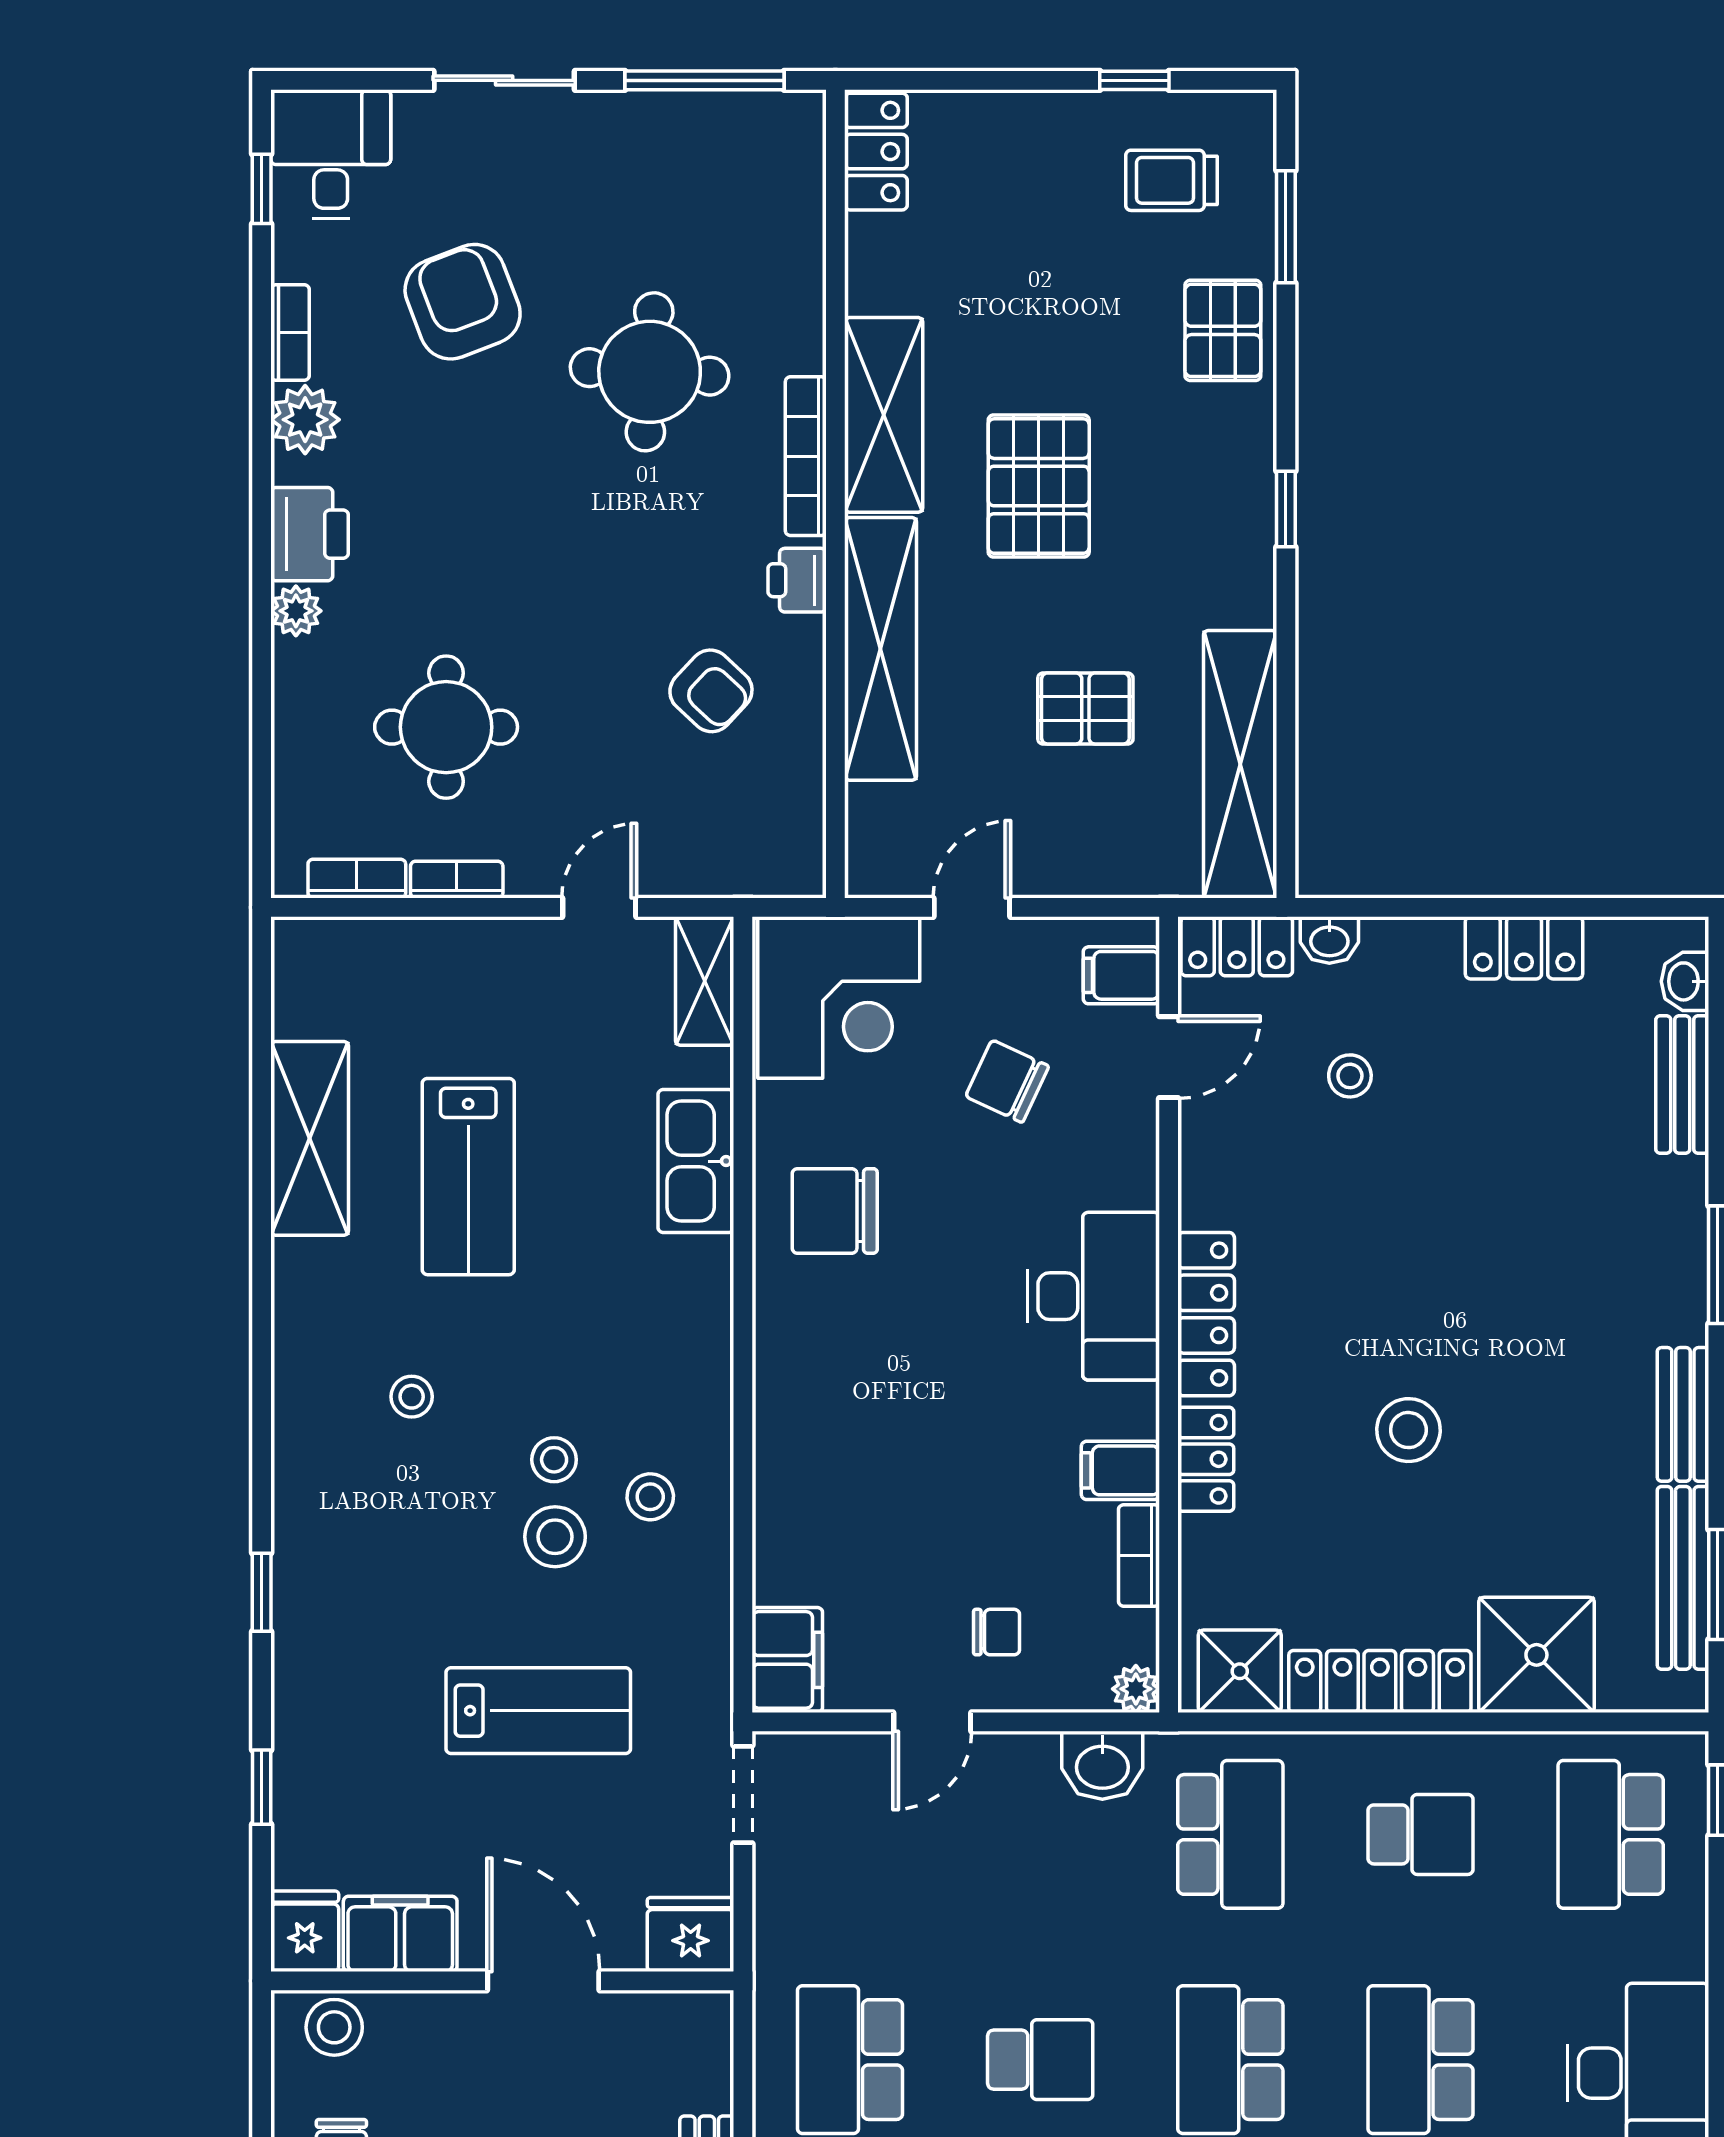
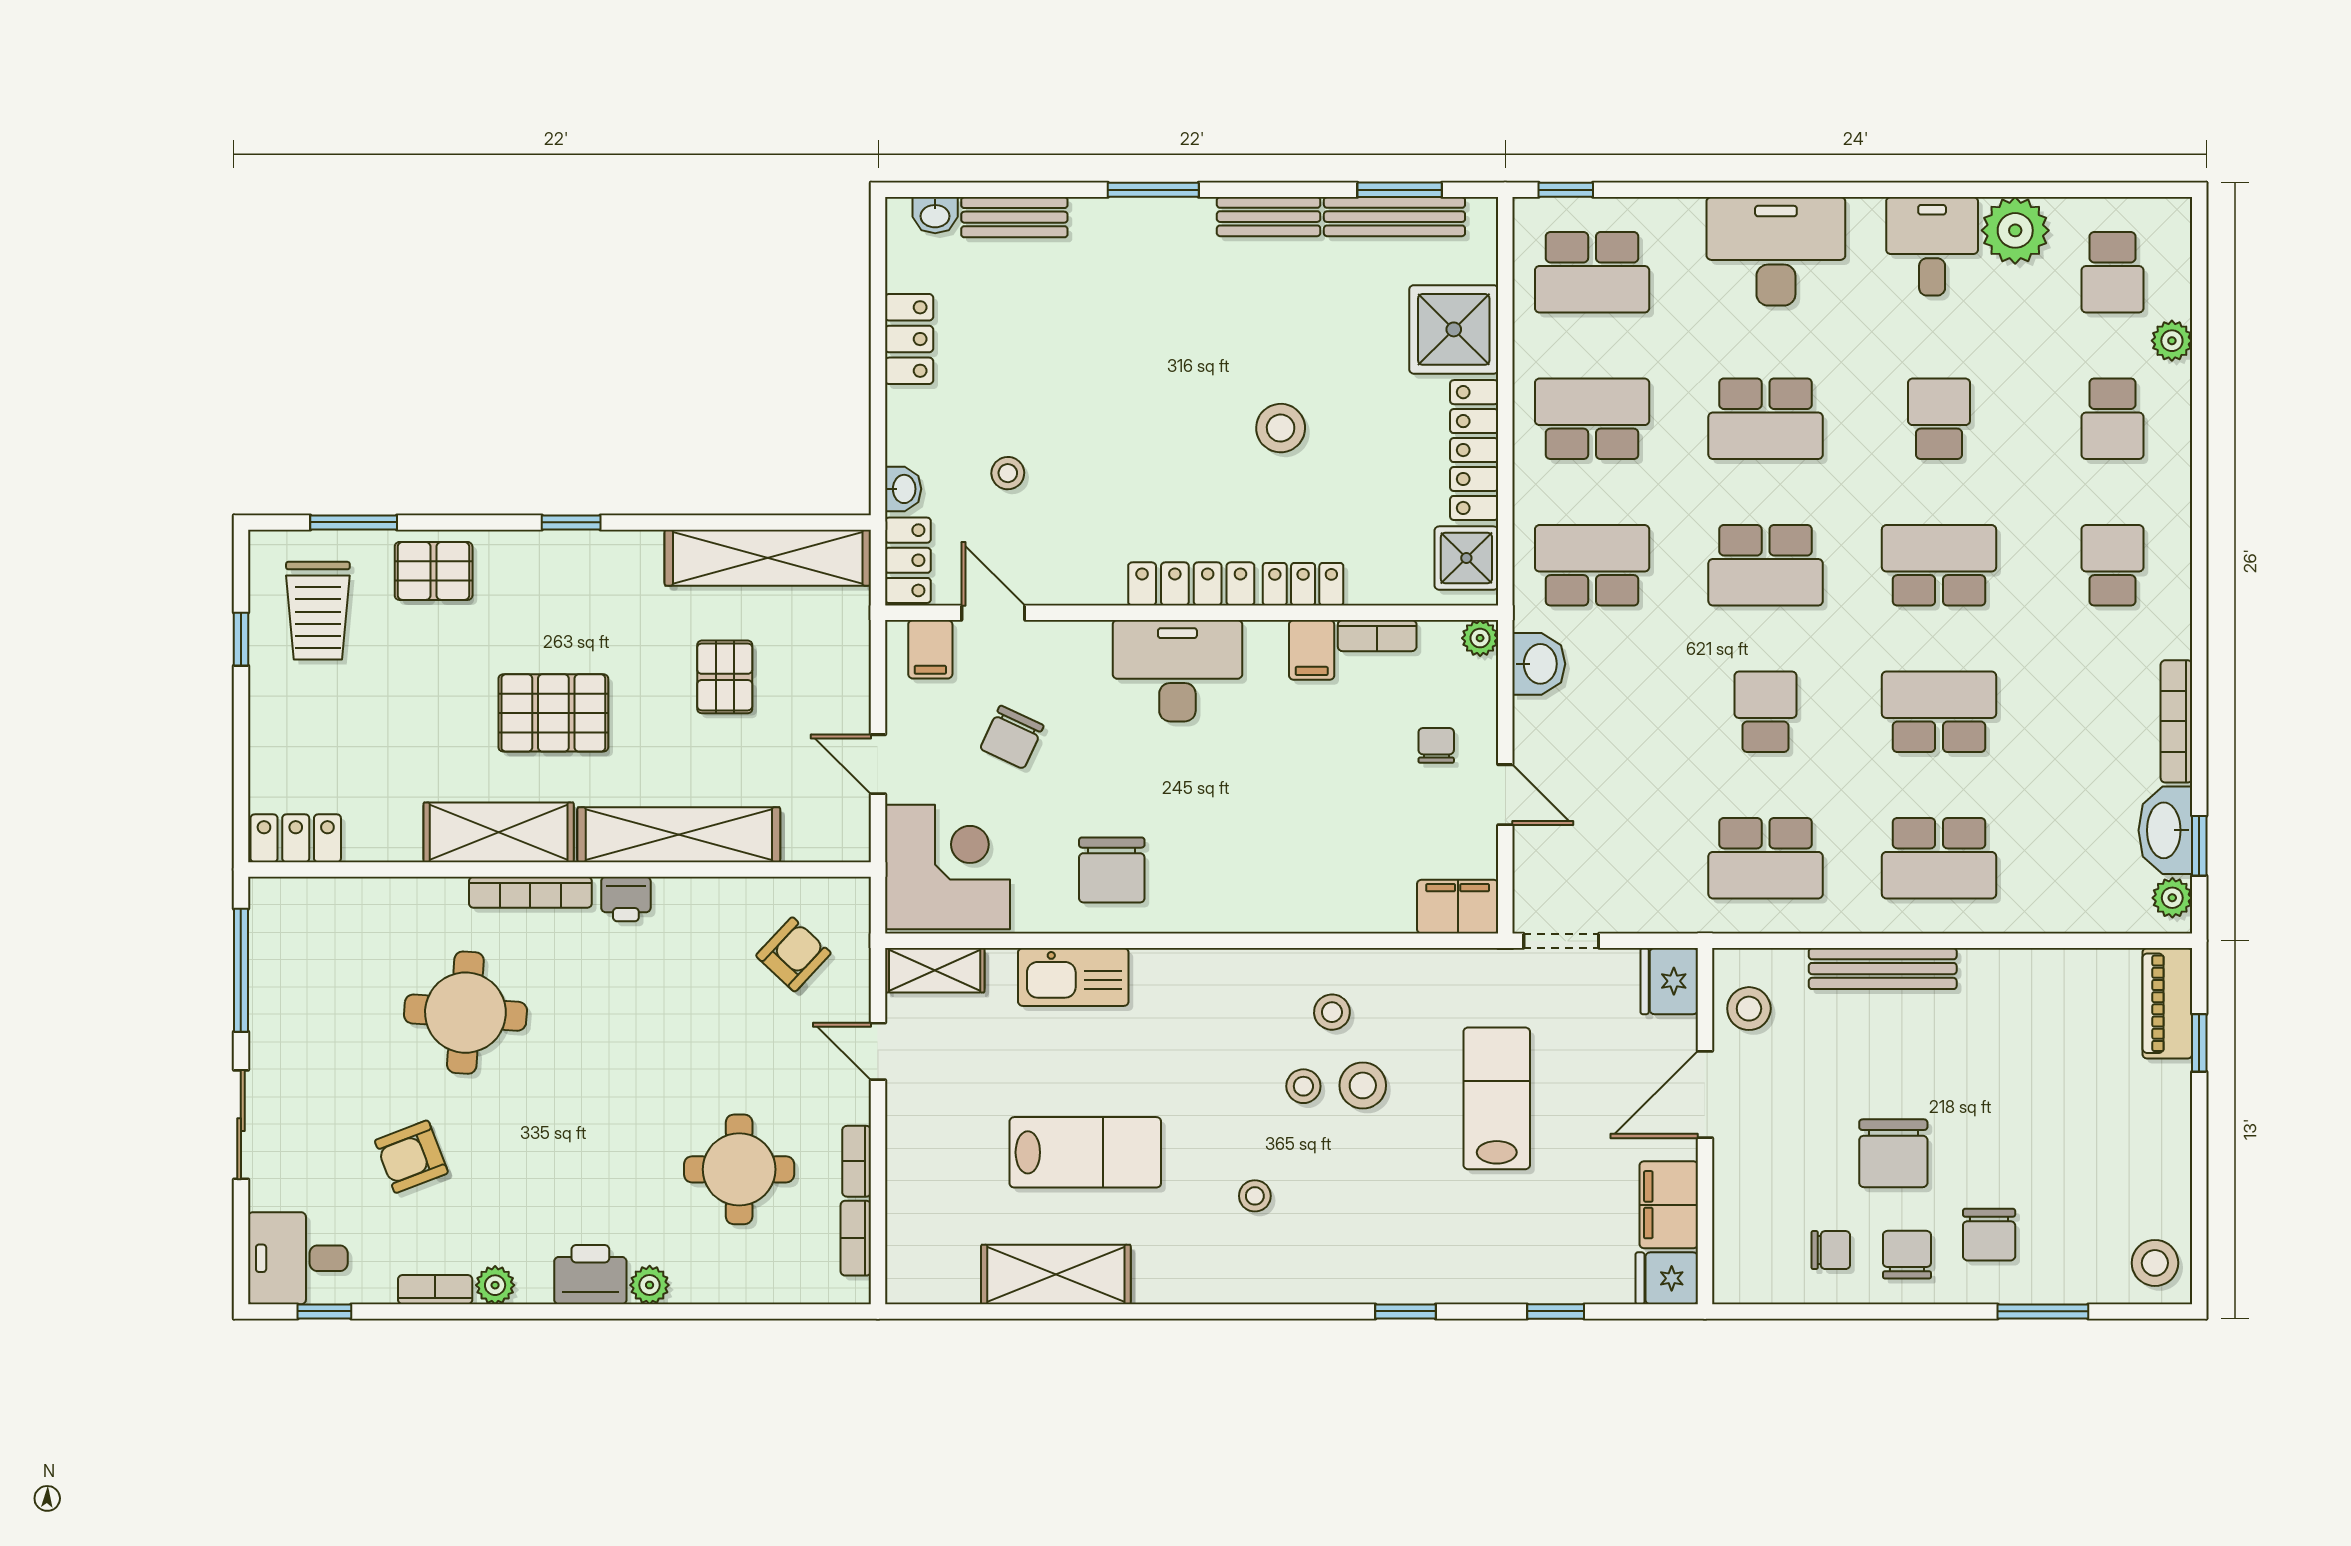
trolley: (1171, 180) -> (318, 611), width x1.36, depth x1.39
armchair: (463, 302) -> (411, 1157), width x0.72, depth x0.72
plant: (305, 420) -> (495, 1285), width x0.73, depth x0.73
armchair: (711, 691) -> (793, 954), moved
school desk: (1421, 1834) -> (1592, 419), width x1.85
stool: (334, 2027) -> (1749, 1009), moved

